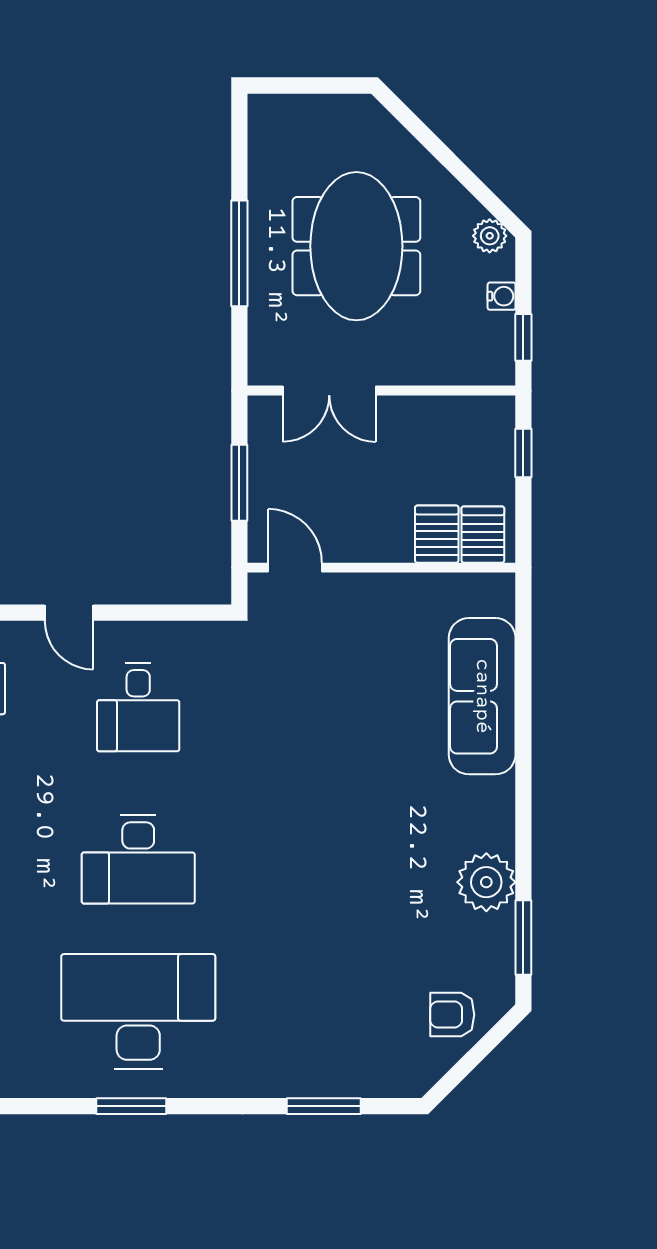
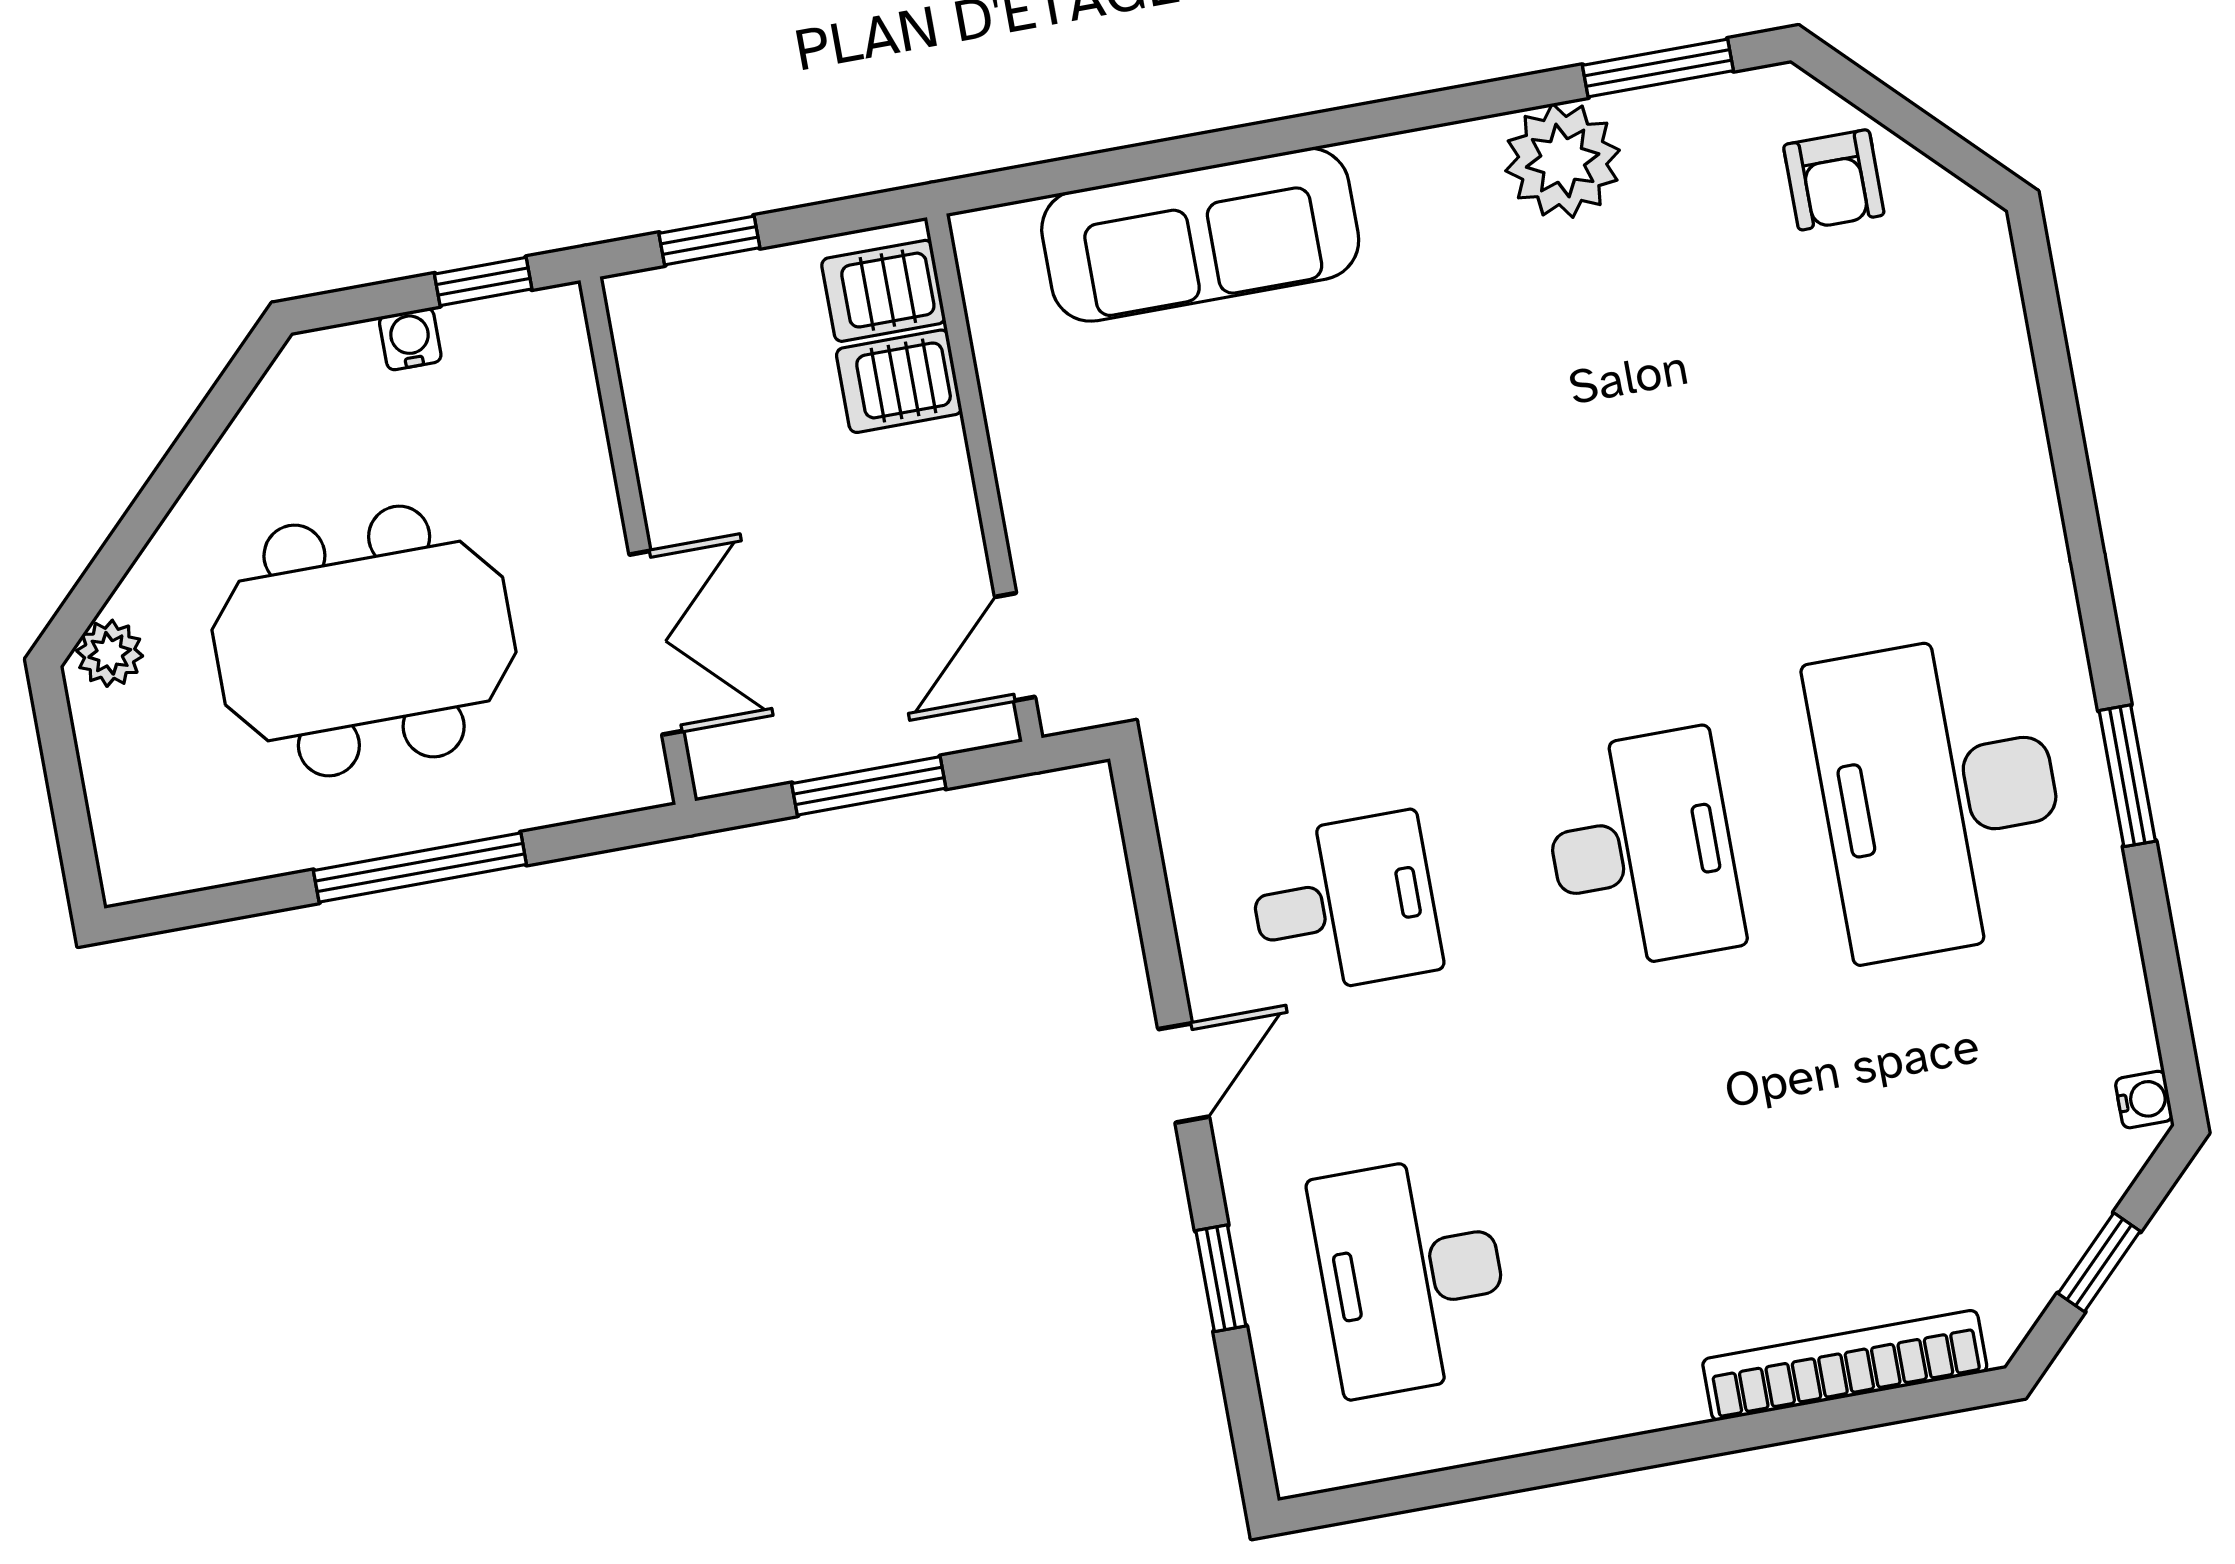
plant: (490, 236) -> (110, 653), moved
window: (324, 1106) -> (2059, 399), removed

